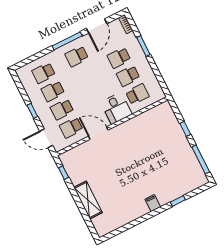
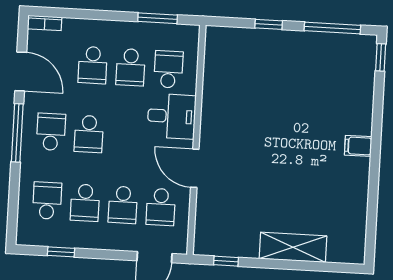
window: (143, 46) -> (158, 18), moved
school desk: (77, 56) -> (51, 132), turned 180
school desk: (44, 73) -> (47, 201), turned 180
school desk: (86, 74) -> (89, 134), added
window: (32, 111) -> (61, 252), moved
door: (98, 133) -> (195, 168), hinge flipped
window: (178, 201) -> (381, 57), moved

